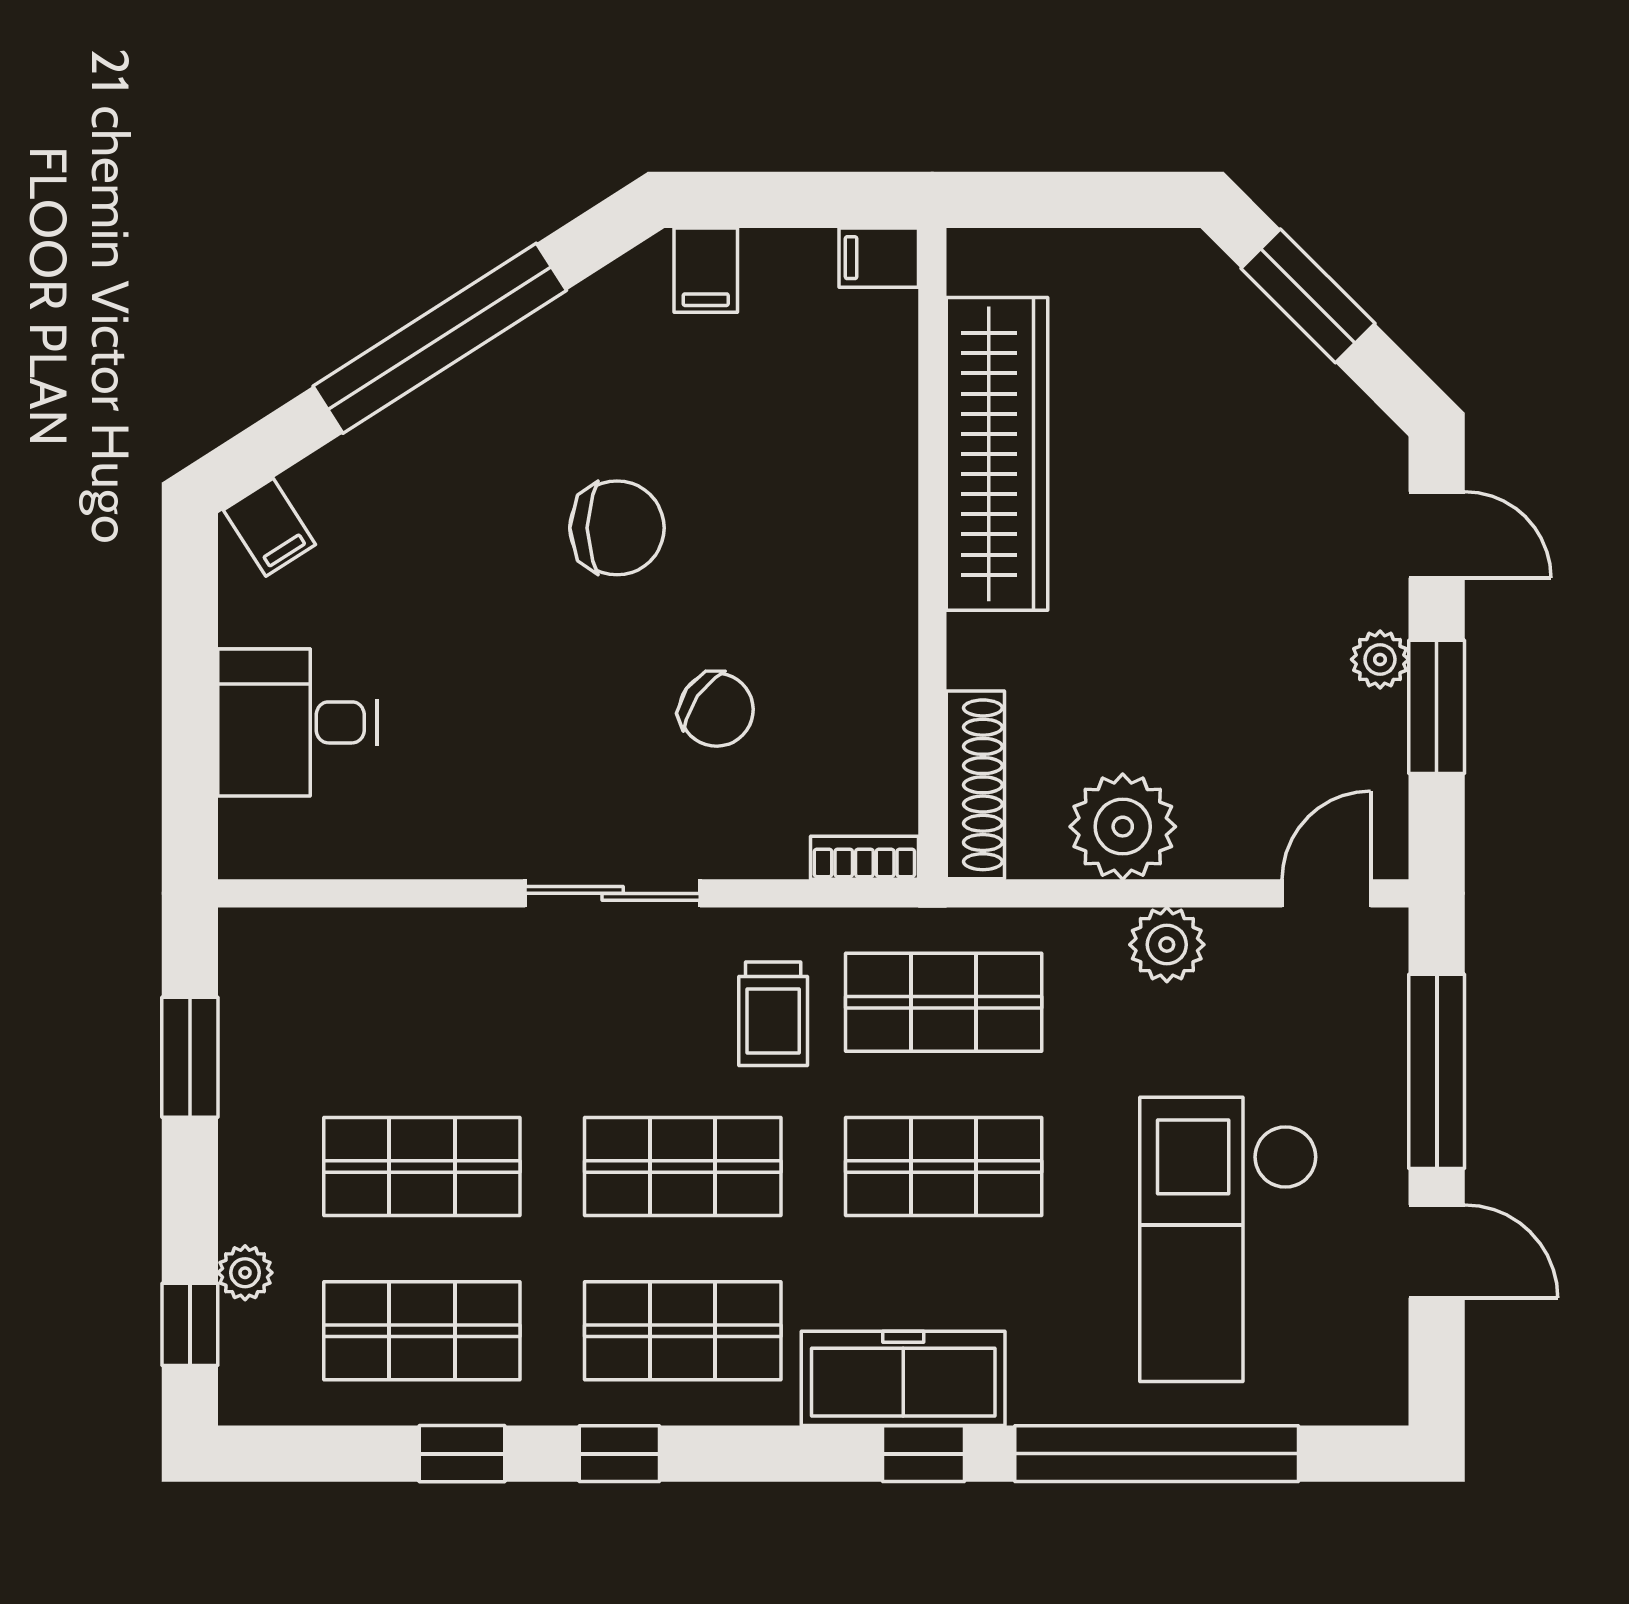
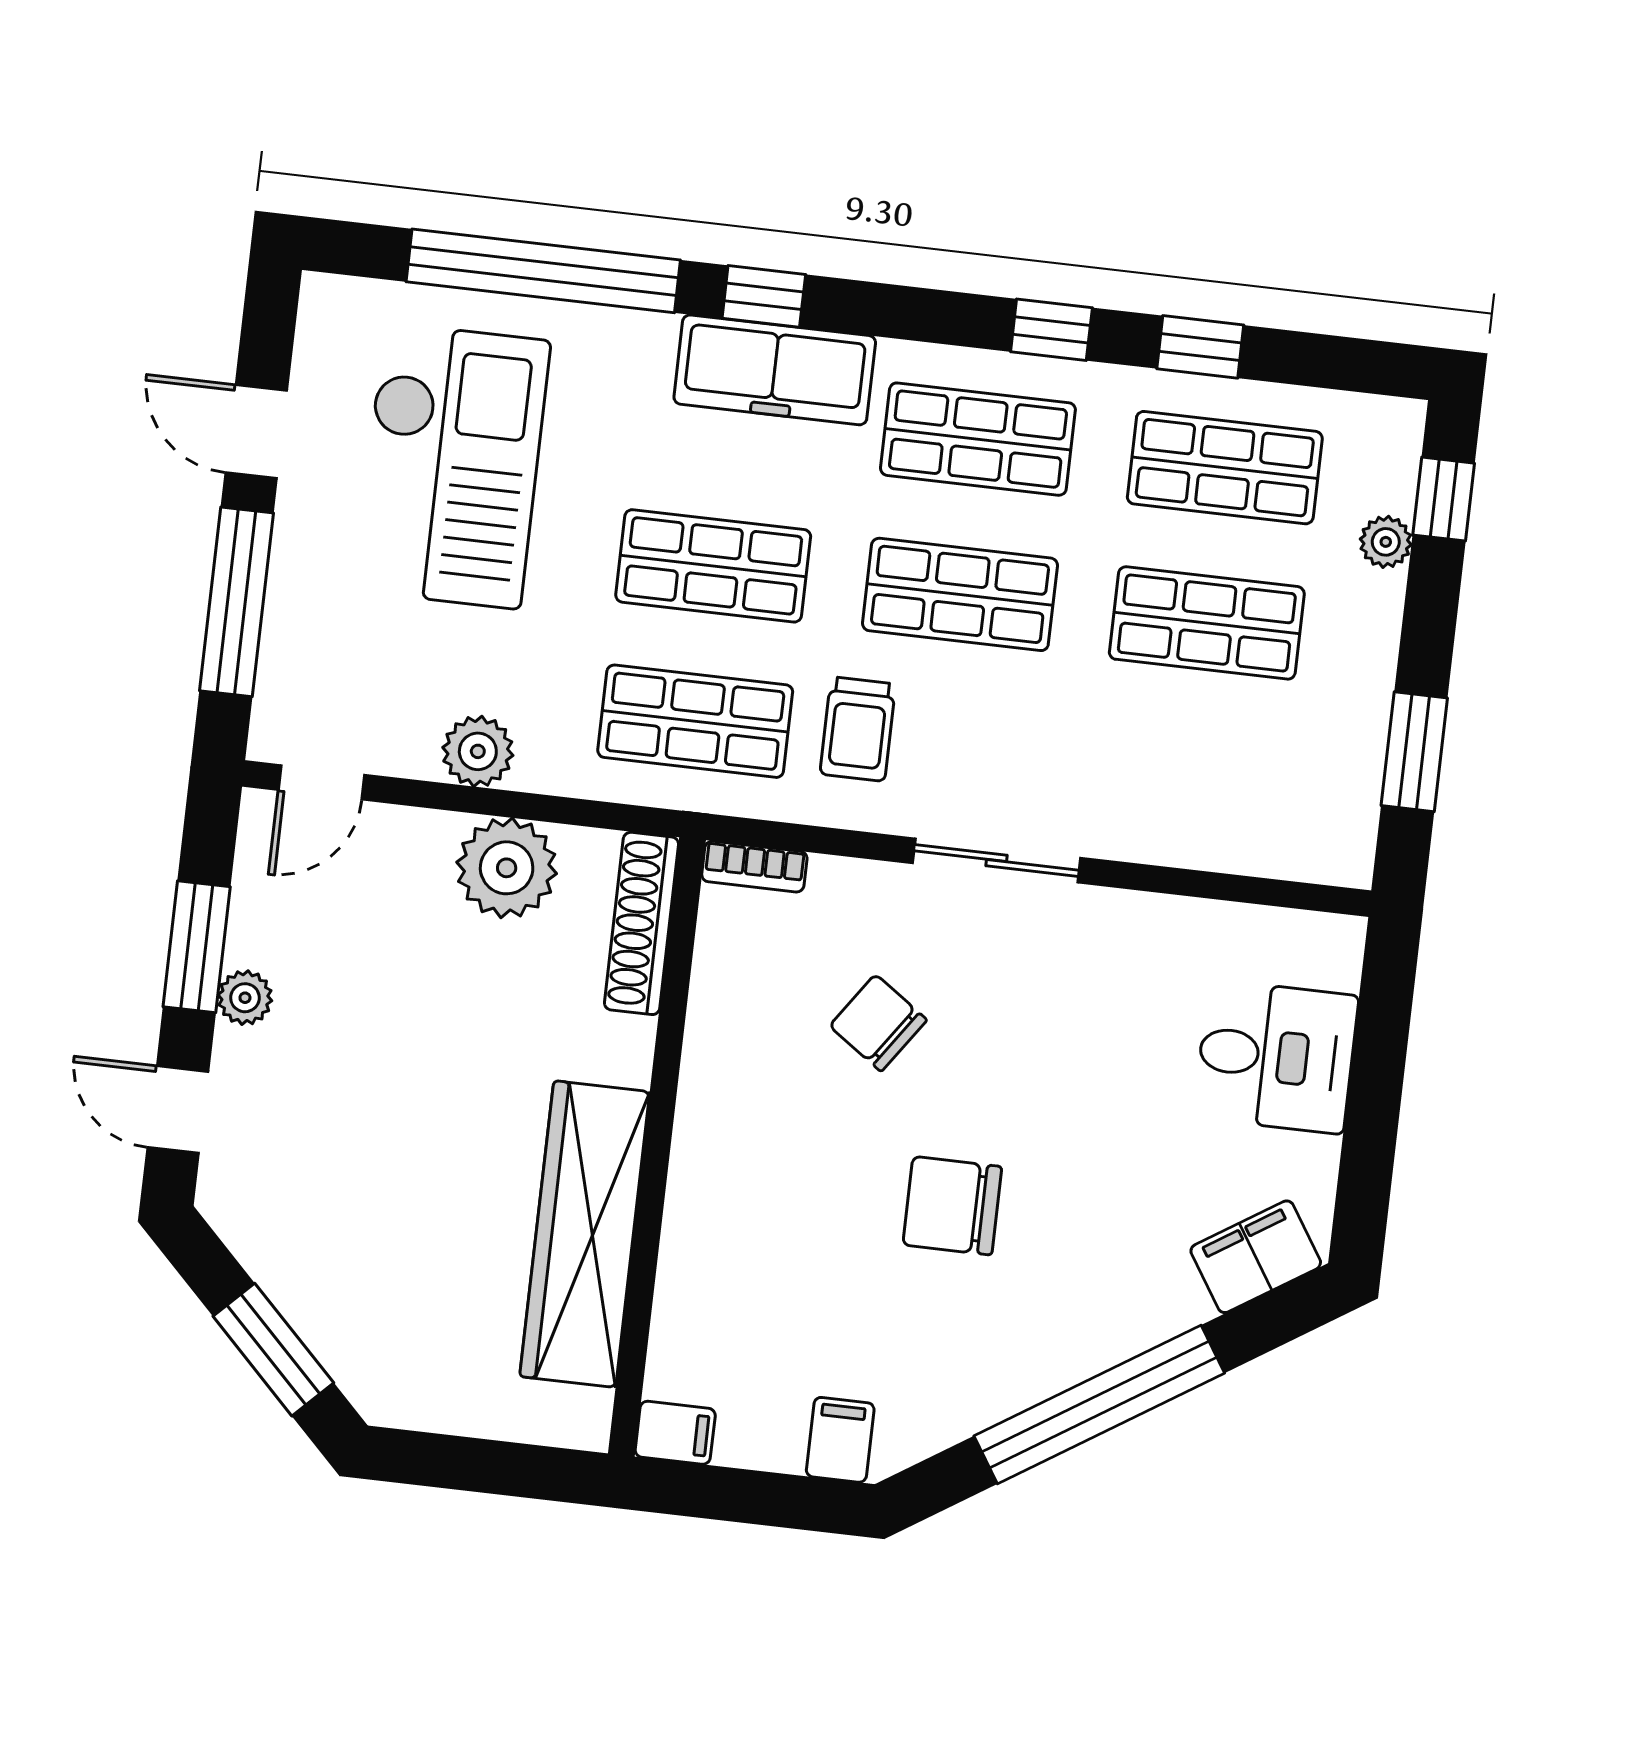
filing cabinet: (269, 527) -> (1256, 1257), width x2.00
trolley: (773, 1014) -> (858, 729), turned 180

